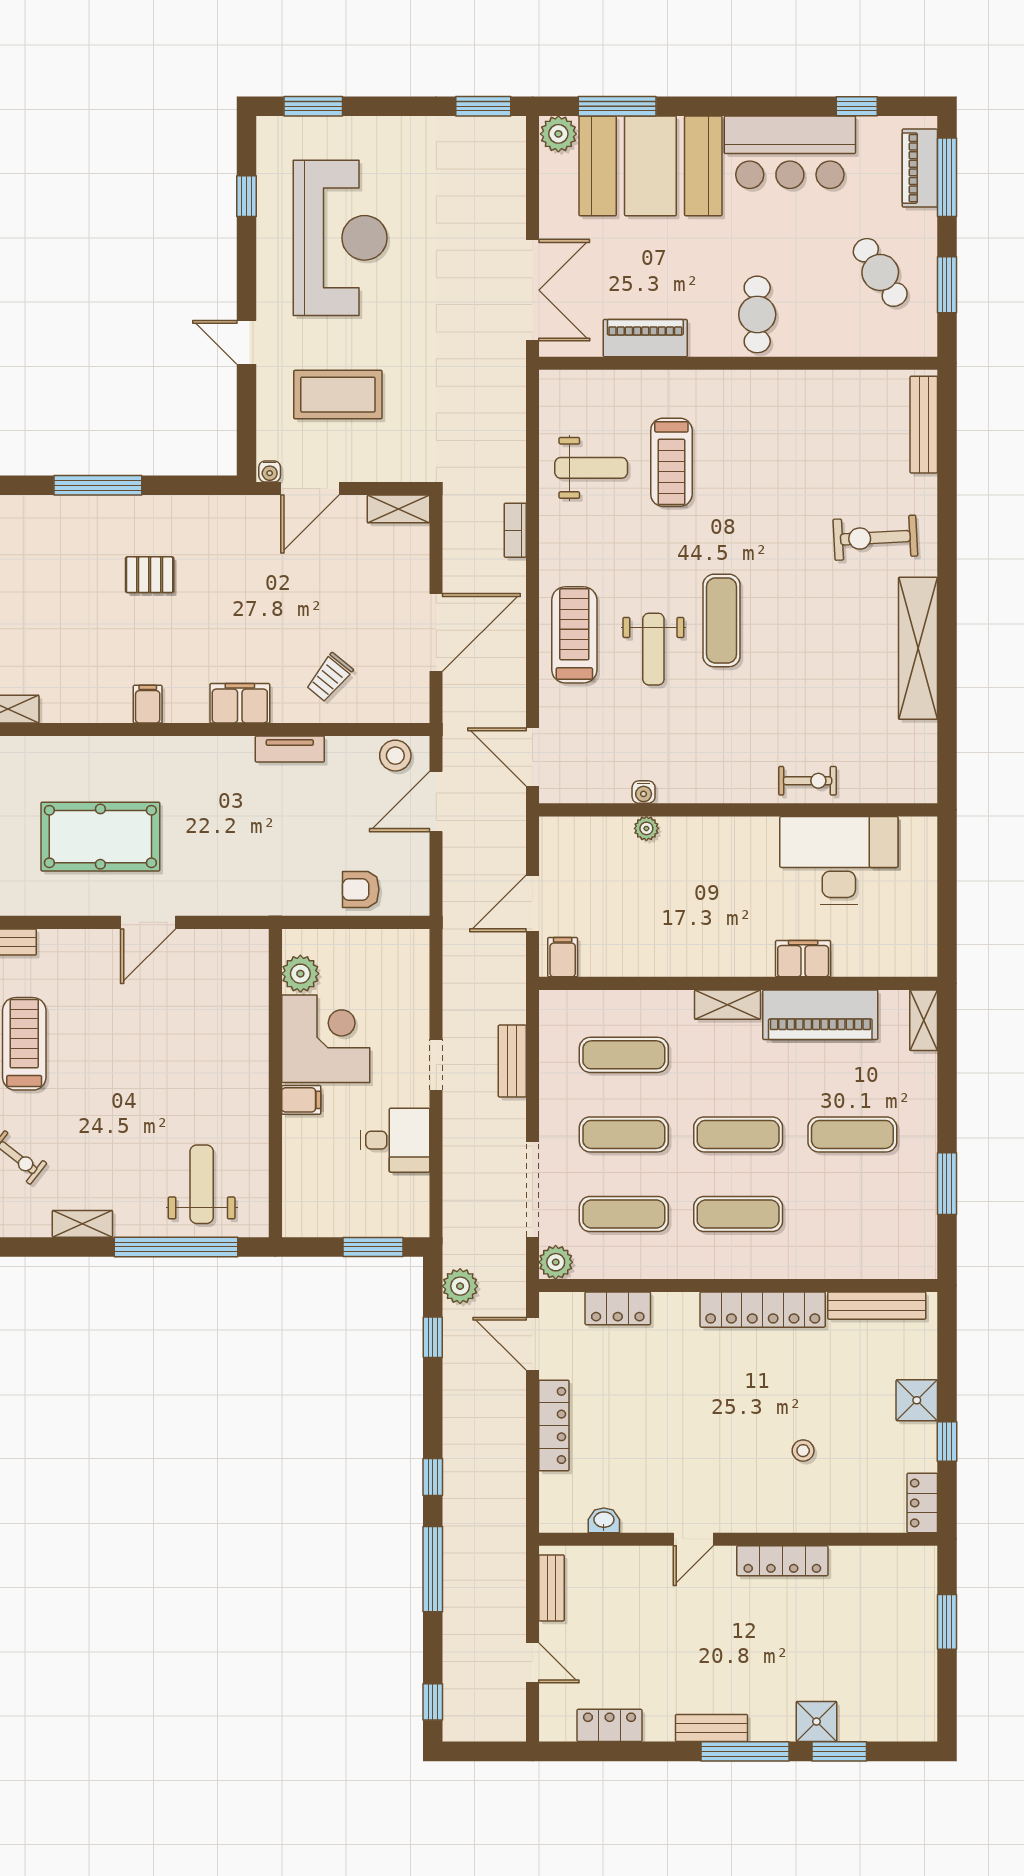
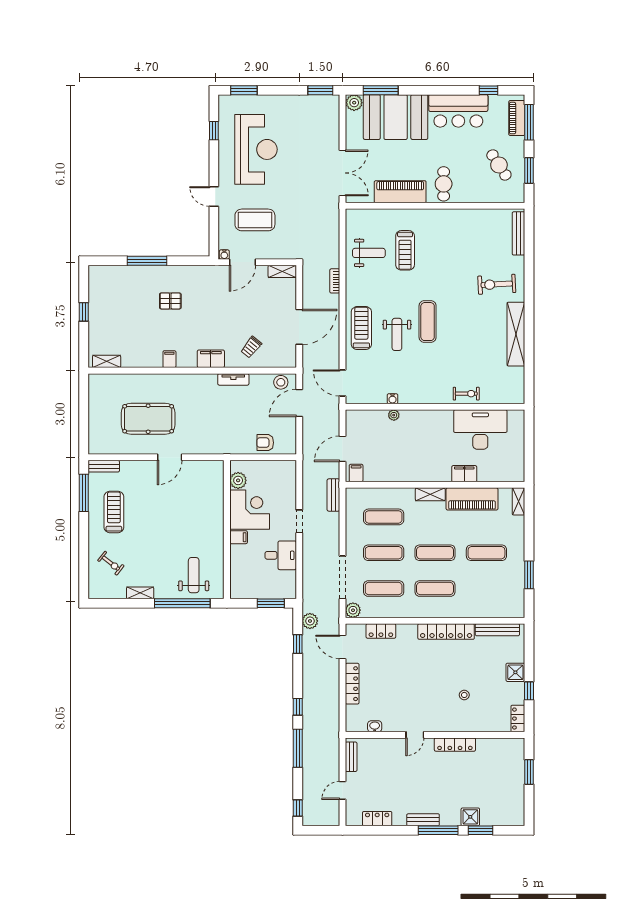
piano: (645, 338) -> (400, 192), width x1.37, depth x1.33
bench: (512, 1061) -> (333, 495), moved
door: (532, 1663) -> (343, 790), swing flipped

